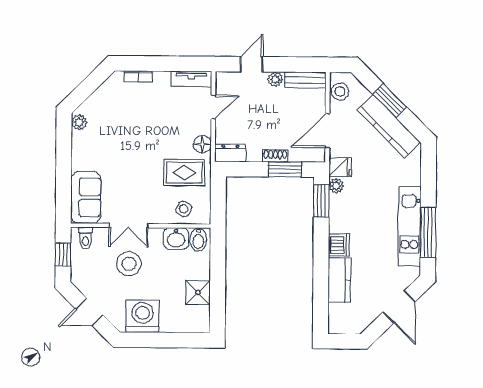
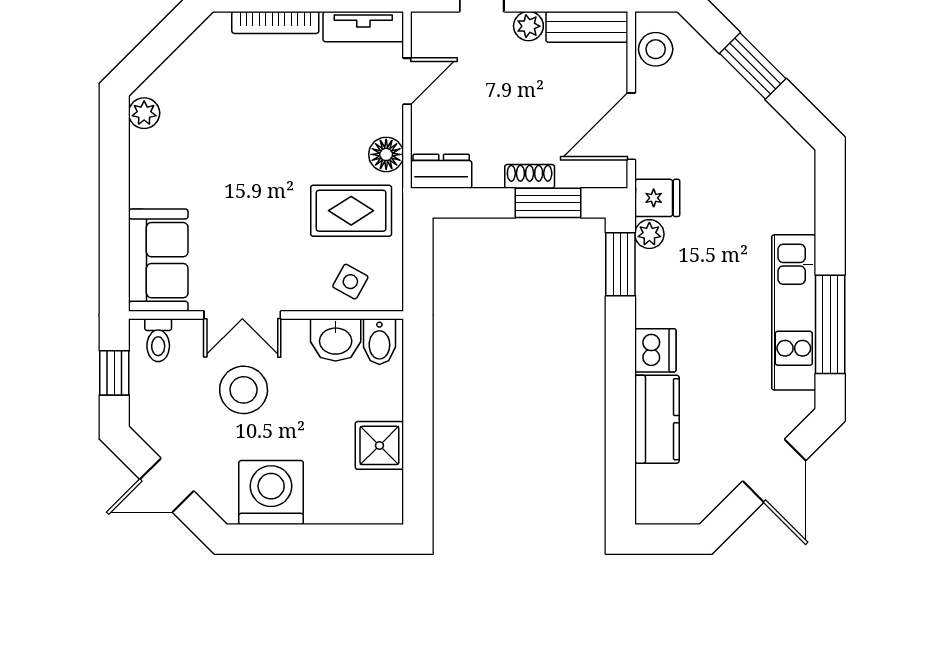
bookcase: (138, 76) -> (275, 22), width x1.56
kitchen counter: (389, 126) -> (752, 117), removed

